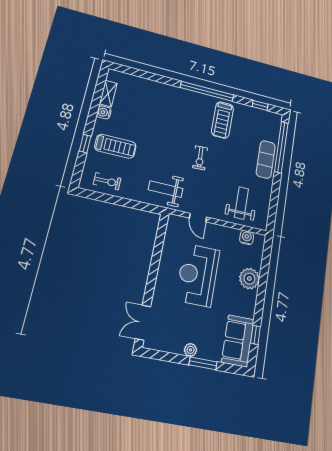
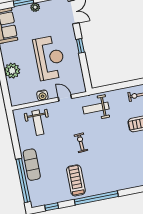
weight bench: (166, 189) -> (96, 108), turned 180
water cooler: (247, 237) -> (42, 95), moved
window: (153, 274) -> (80, 46), added

